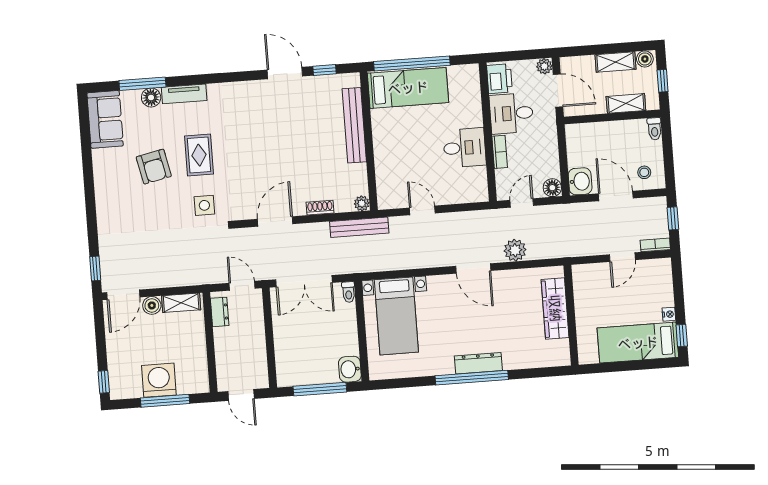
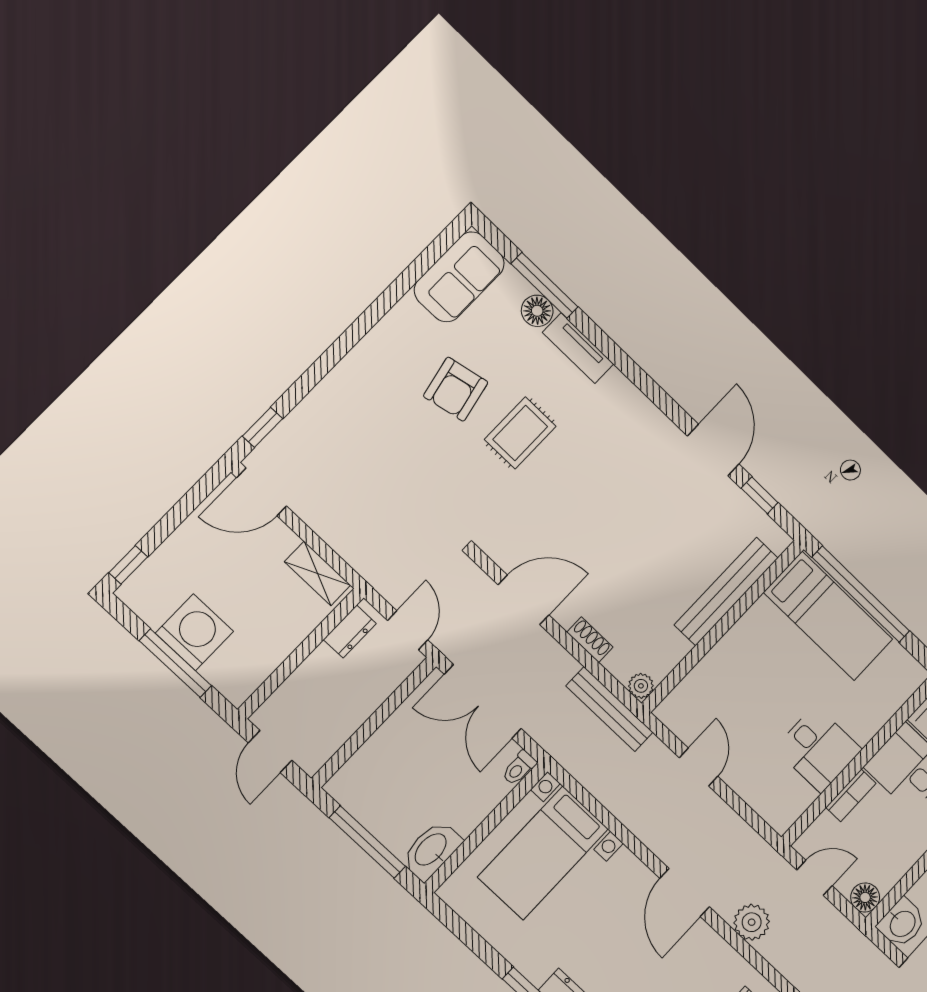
side table: (204, 205) -> (465, 495), removed
boiler: (152, 305) -> (281, 540), removed
washbasin: (350, 369) -> (431, 850), width x1.38

